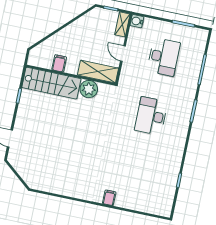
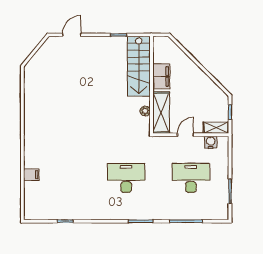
water cooler: (137, 21) -> (211, 142), moved
desk: (164, 57) -> (191, 178), turned 180
filing cabinet: (59, 63) -> (161, 76), width x2.00
plant: (89, 89) -> (145, 111), width x0.53, depth x0.53
filing cabinet: (109, 198) -> (31, 175), moved

